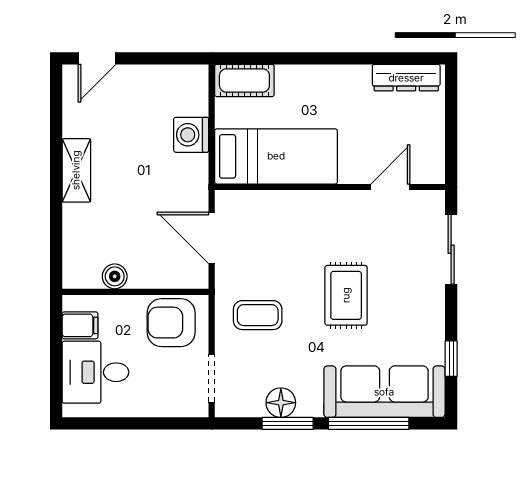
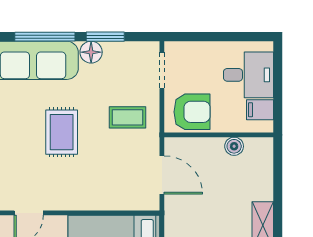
floor lamp: (281, 403) -> (91, 52), moved

